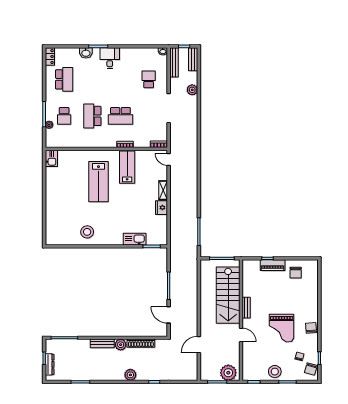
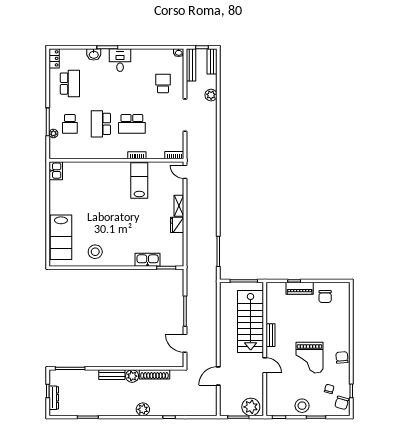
lab bench: (98, 182) -> (61, 237), moved

